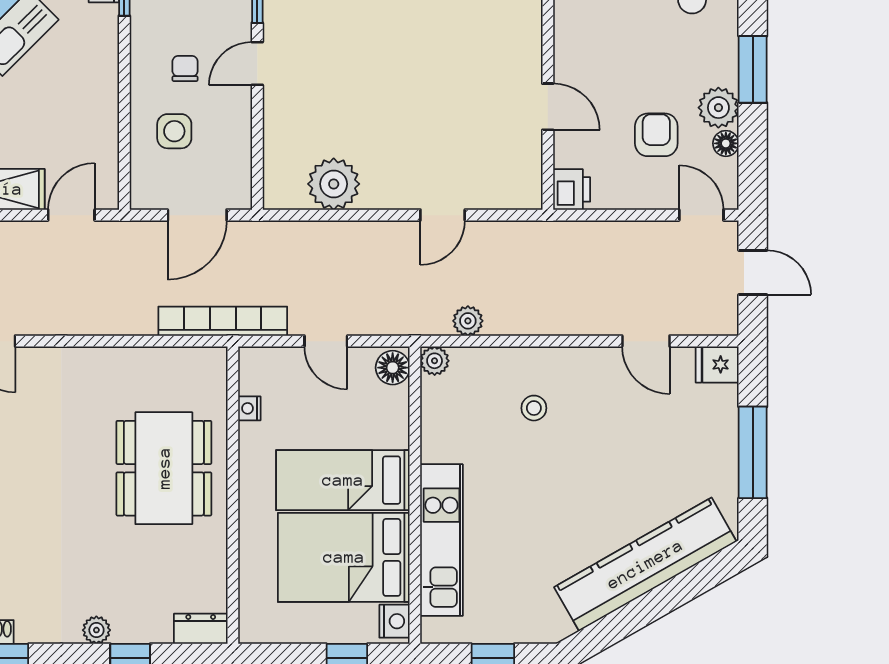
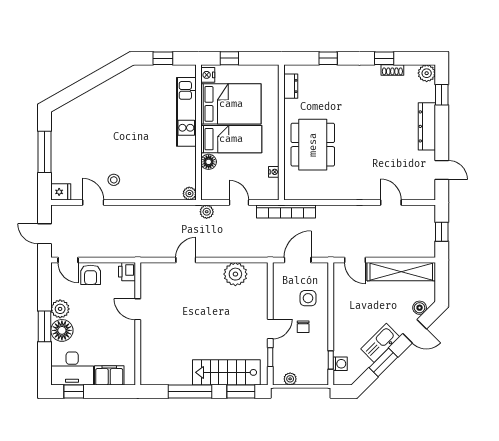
armchair: (656, 135) -> (91, 275), moved
floor lamp: (726, 143) -> (62, 330), moved, width x1.89, depth x1.89
door: (71, 215) -> (355, 260), hinge flipped
plant: (468, 321) -> (207, 212), moved
floor lamp: (393, 368) -> (209, 162), moved
stool: (534, 408) -> (114, 180), moved
kitchen counter: (645, 564) -> (93, 101), removed
dresser: (201, 629) -> (291, 86), moved, turned -90
plant: (96, 630) -> (344, 71), removed

